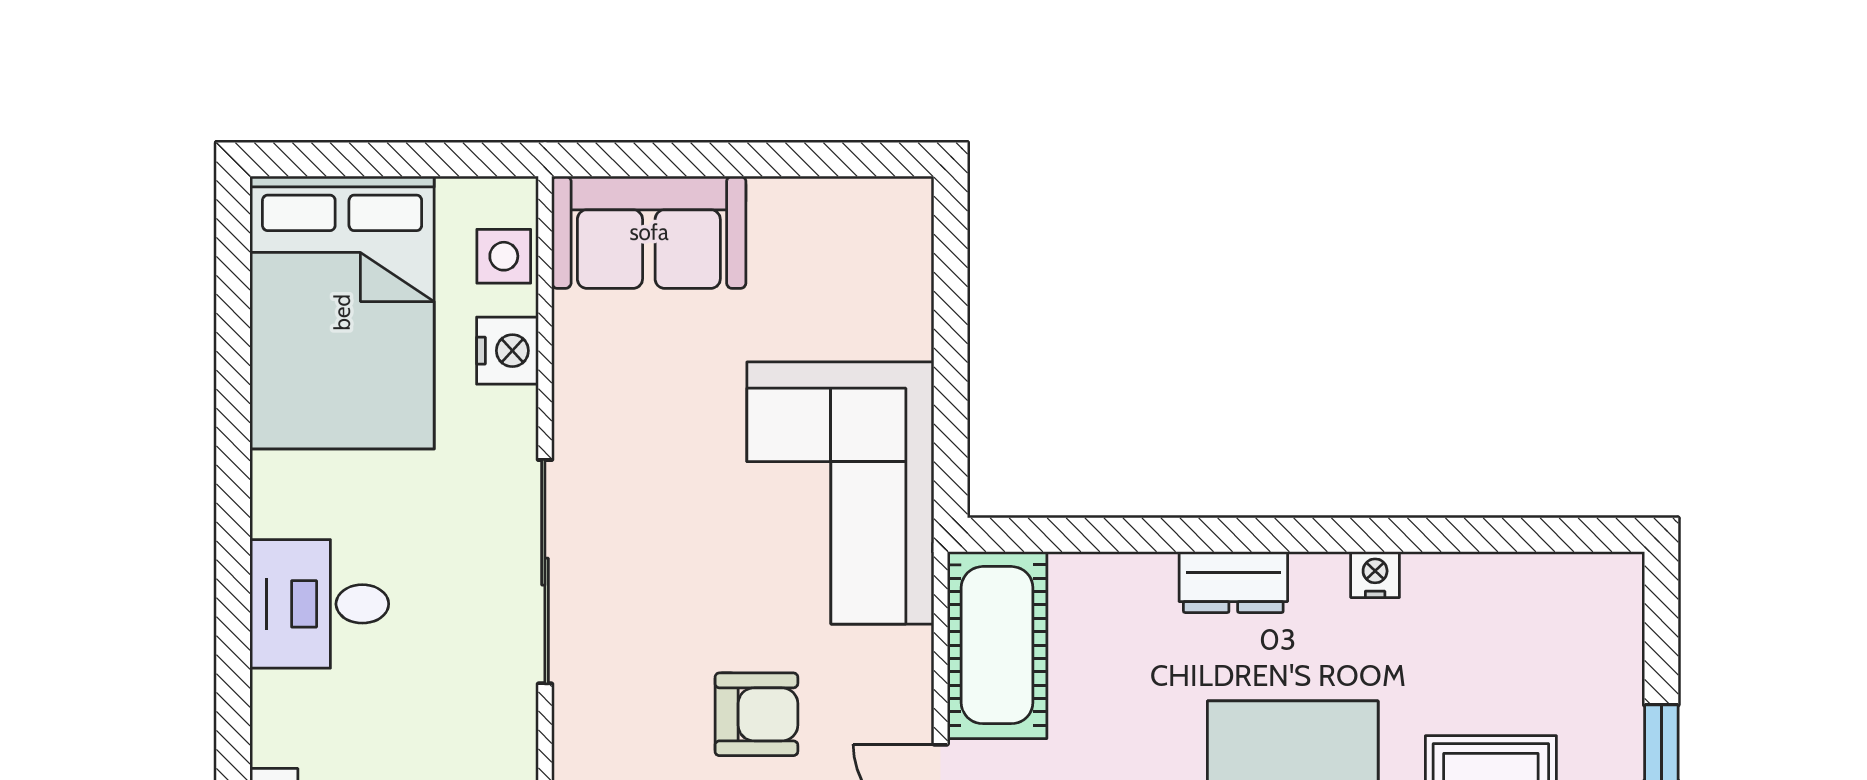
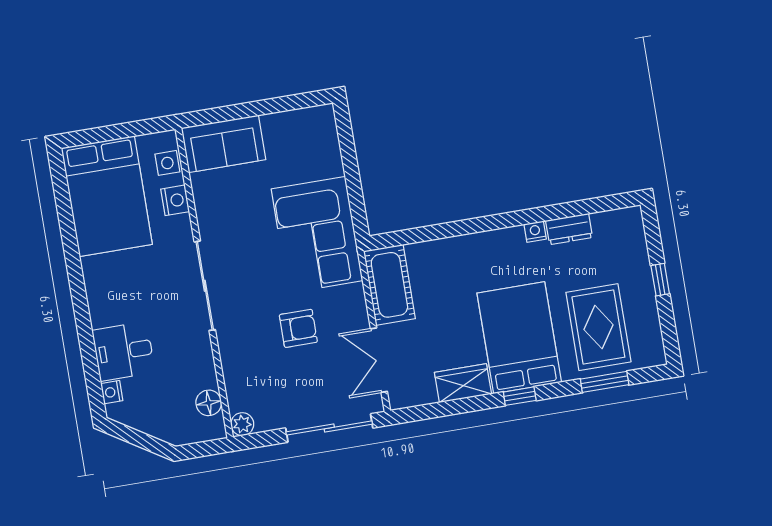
dresser: (1233, 582) -> (569, 229), moved
desk: (319, 604) -> (123, 351), moved

